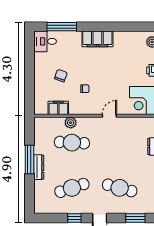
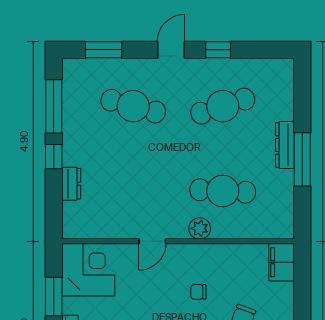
filing cabinet: (58, 108) -> (281, 262), moved, turned 90
plant: (71, 123) -> (200, 228), moved

